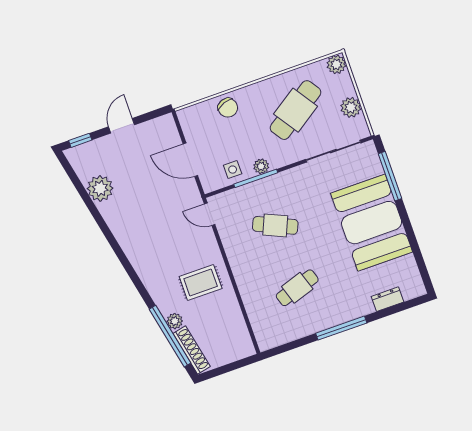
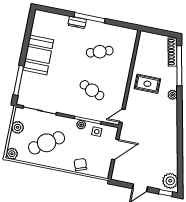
door: (190, 160) -> (115, 149), hinge flipped
plant: (100, 188) -> (170, 181), moved
door: (210, 214) -> (122, 116), swing flipped
booth: (372, 223) -> (38, 55), width x0.73, depth x0.70
dresser: (387, 299) -> (77, 22), moved
plant: (175, 321) -> (173, 95), moved

